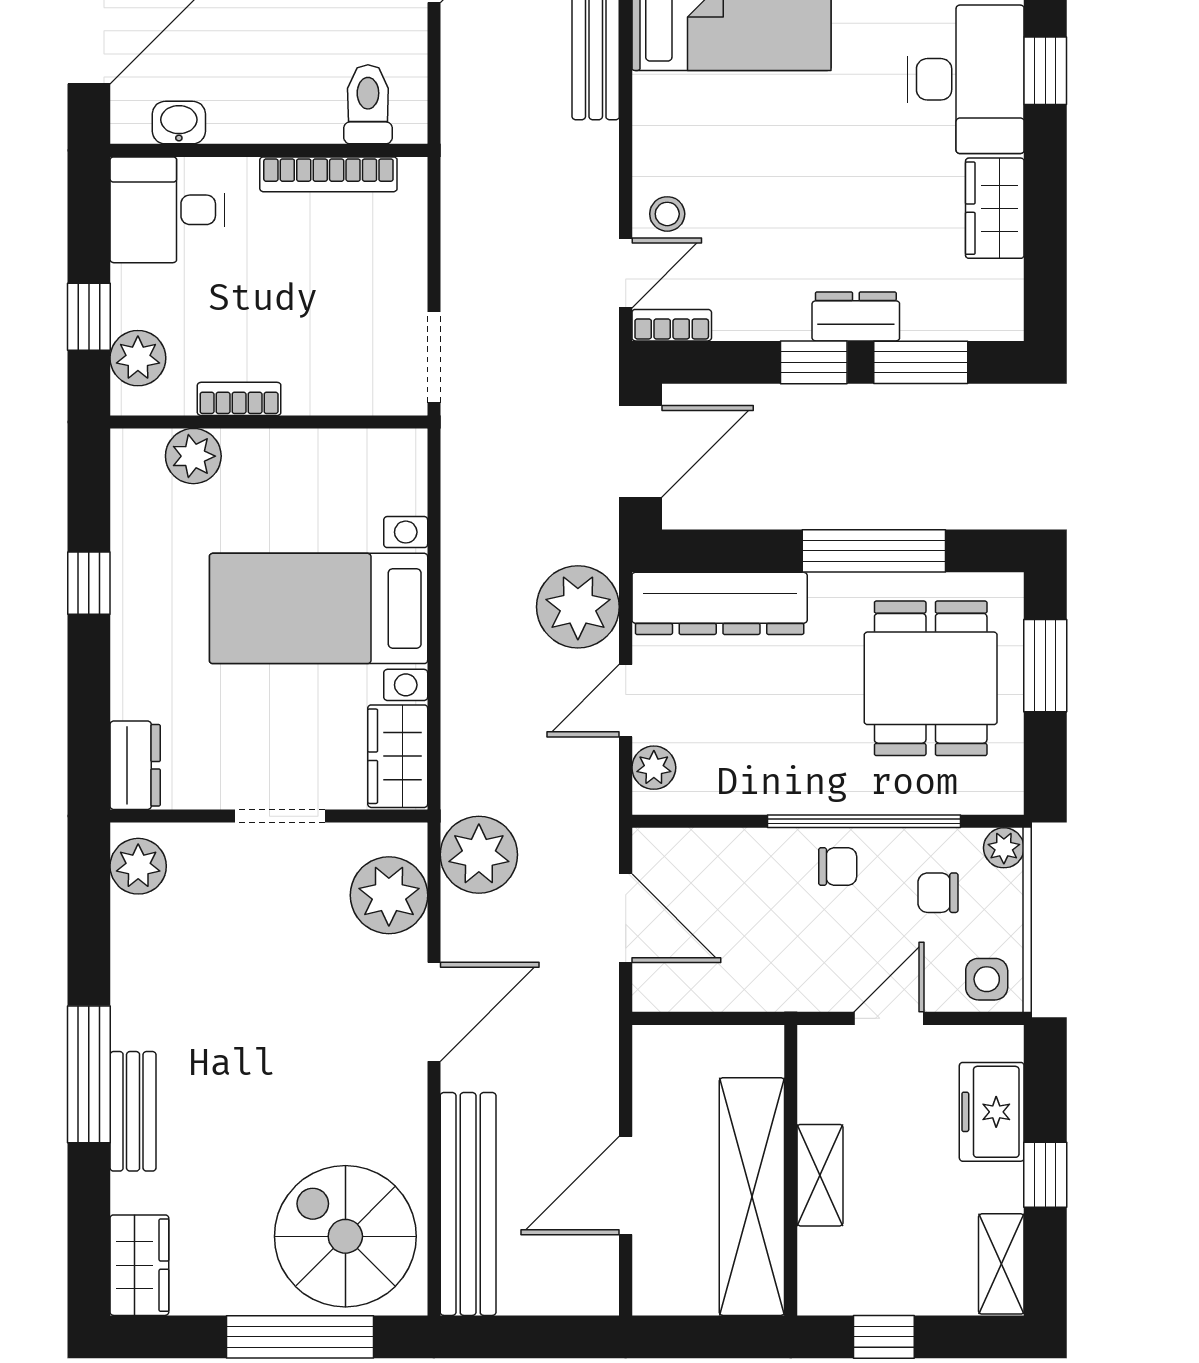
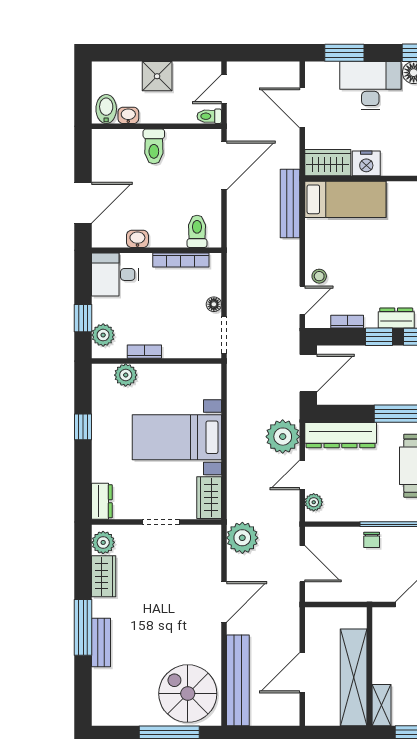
washbasin: (179, 123) -> (137, 239), moved
floor lamp: (409, 283) -> (214, 304), added
bookcase: (672, 325) -> (347, 322), moved
chair: (838, 867) -> (372, 540), moved, turned 90
plant: (389, 895) -> (206, 554), removed
shelving: (820, 1175) -> (382, 705), moved
wardrobe: (139, 1265) -> (104, 576), moved

